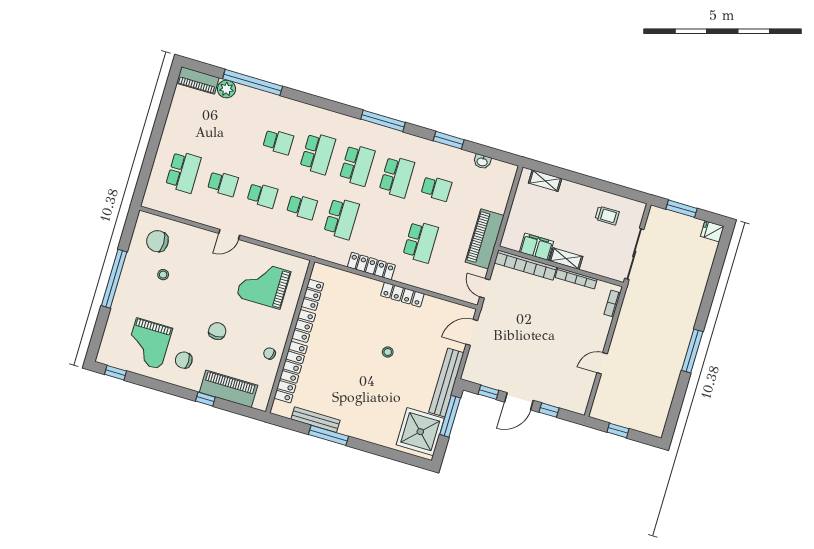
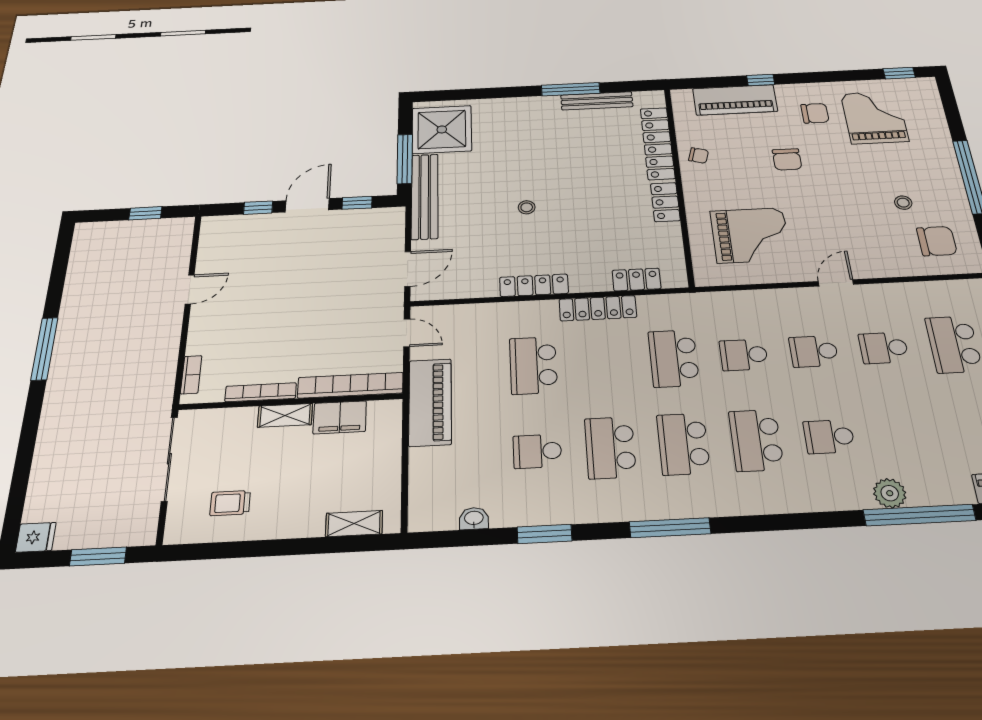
plant: (226, 89) -> (890, 493), moved
locker: (312, 295) -> (636, 280), moved, turned 90

